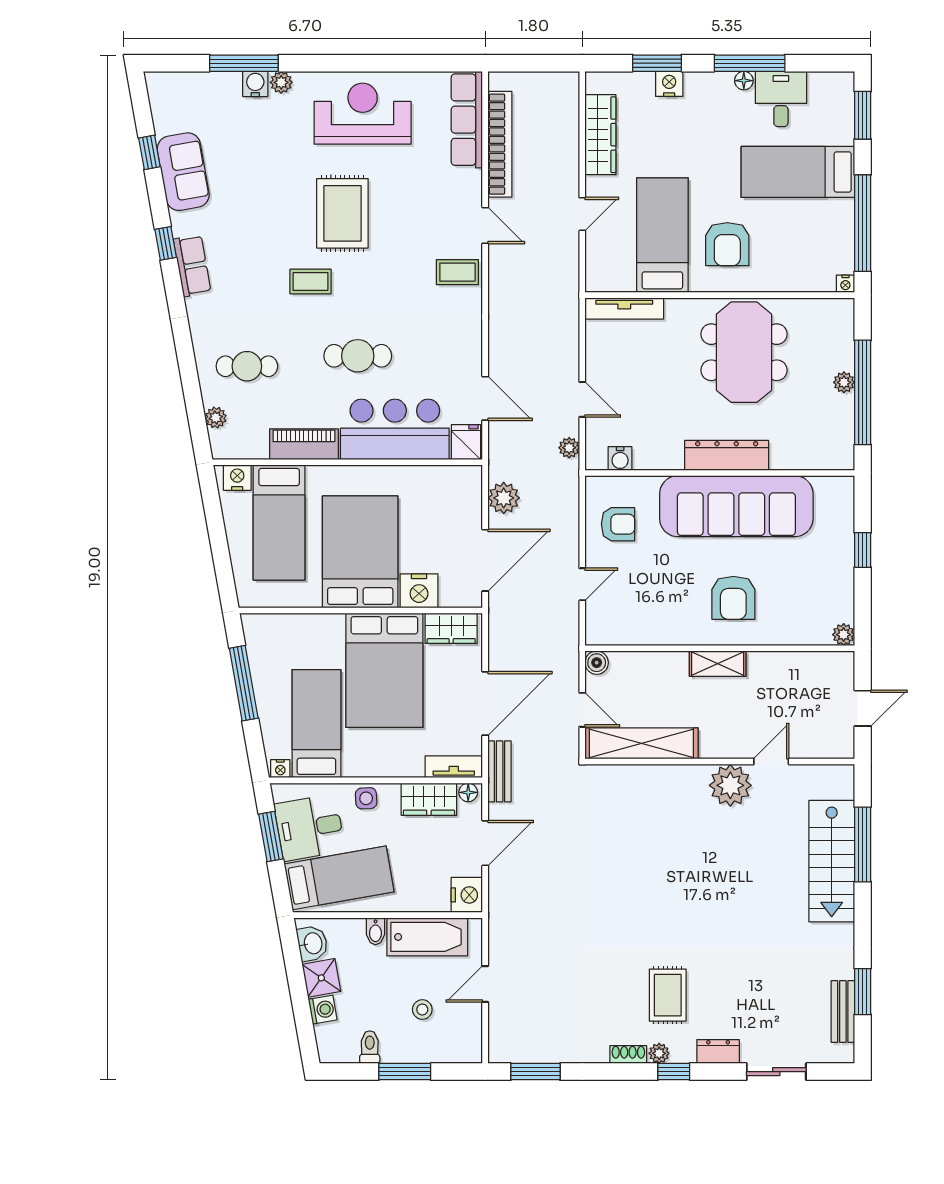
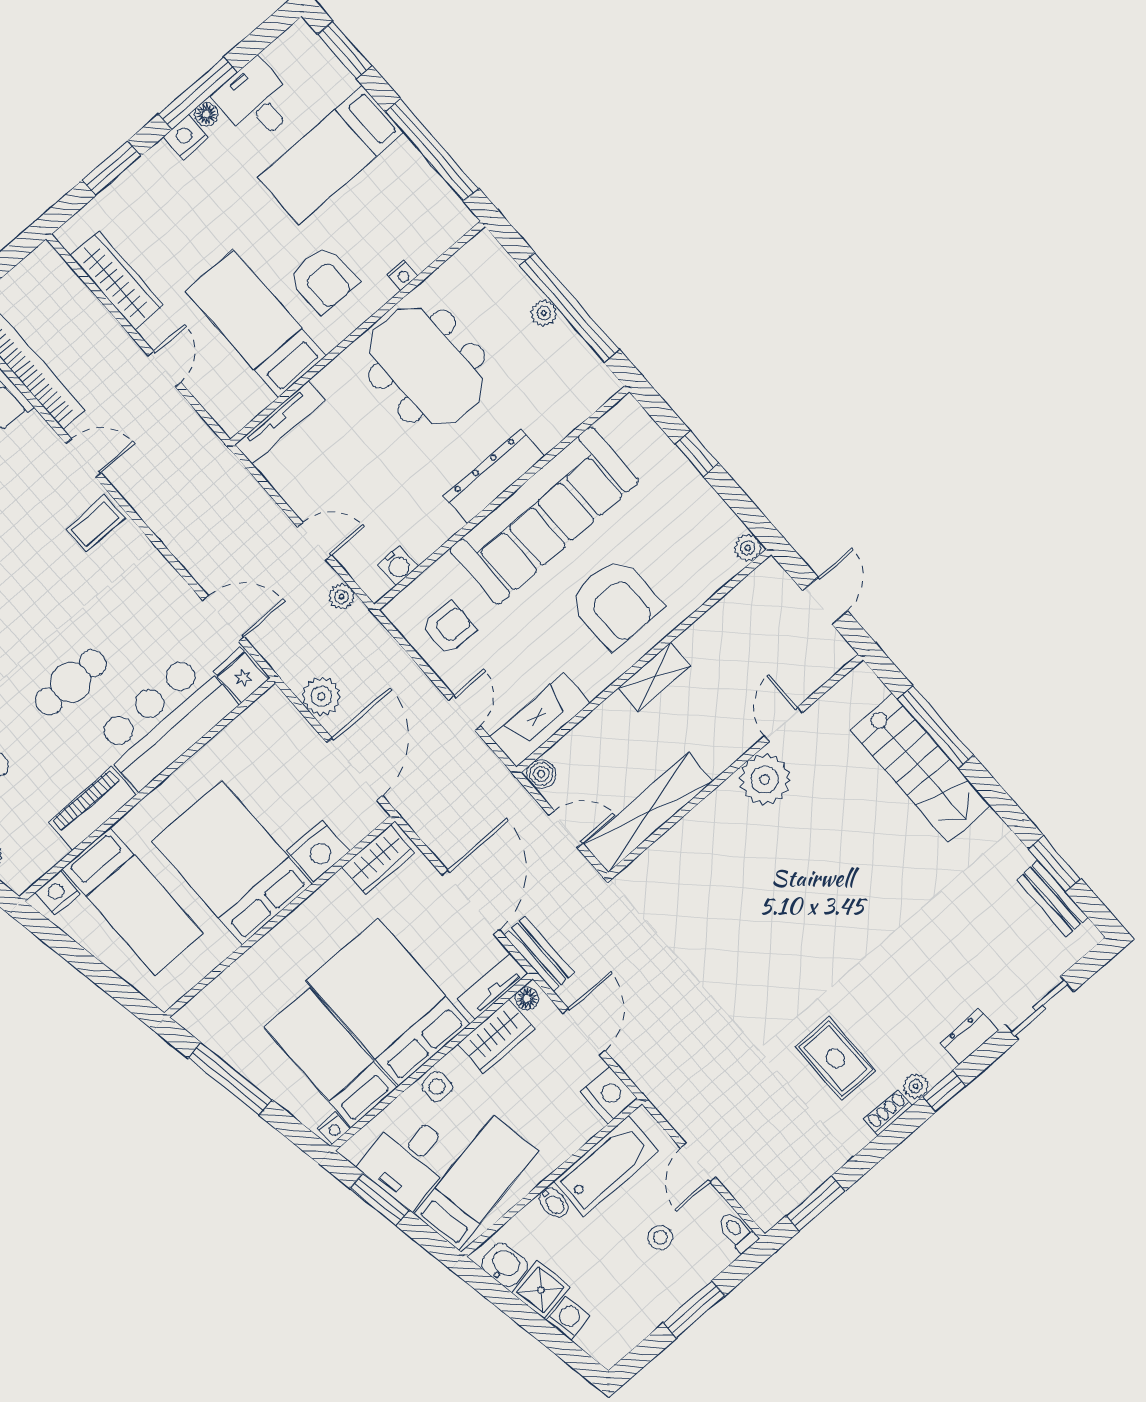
nightstand: (669, 84) -> (186, 137), moved
nightstand: (845, 284) -> (402, 275), moved
armchair: (733, 598) -> (616, 603), width x1.36, depth x1.36
fireplace: (625, 629) -> (540, 720), added
bed: (384, 670) -> (388, 1002), moved, turned 180
rug: (668, 995) -> (836, 1058), moved
toilet: (370, 1047) -> (737, 1232), moved

